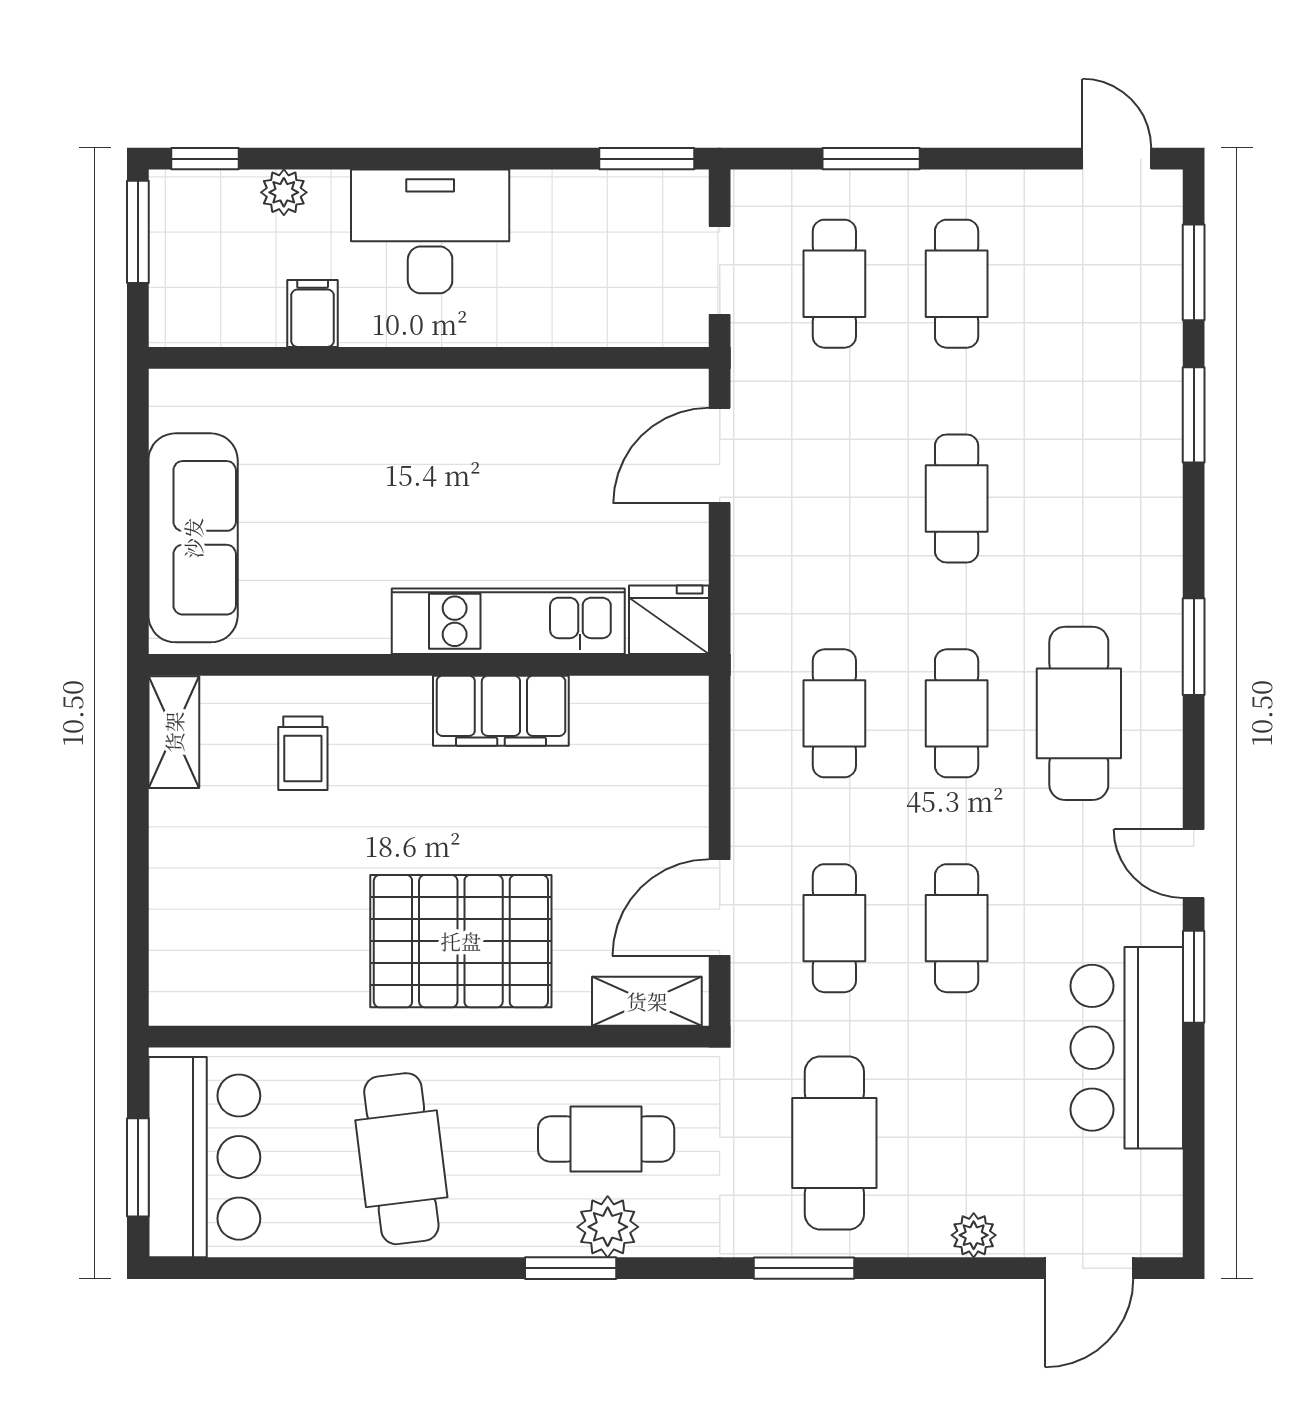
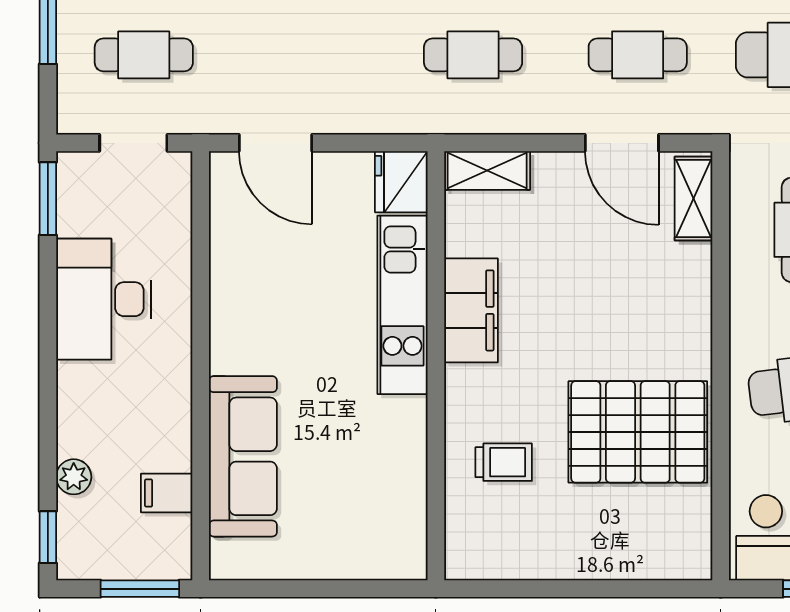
desk: (430, 231) -> (104, 299), moved
window: (138, 232) -> (140, 589), moved
filing cabinet: (313, 313) -> (167, 493), moved
sofa: (193, 538) -> (243, 456), moved, turned 90
shelving: (174, 732) -> (487, 170), moved
pallet: (461, 941) -> (638, 432), moved, turned 90

